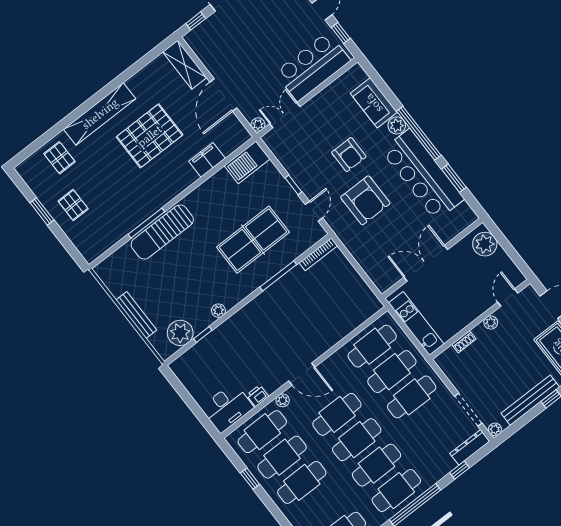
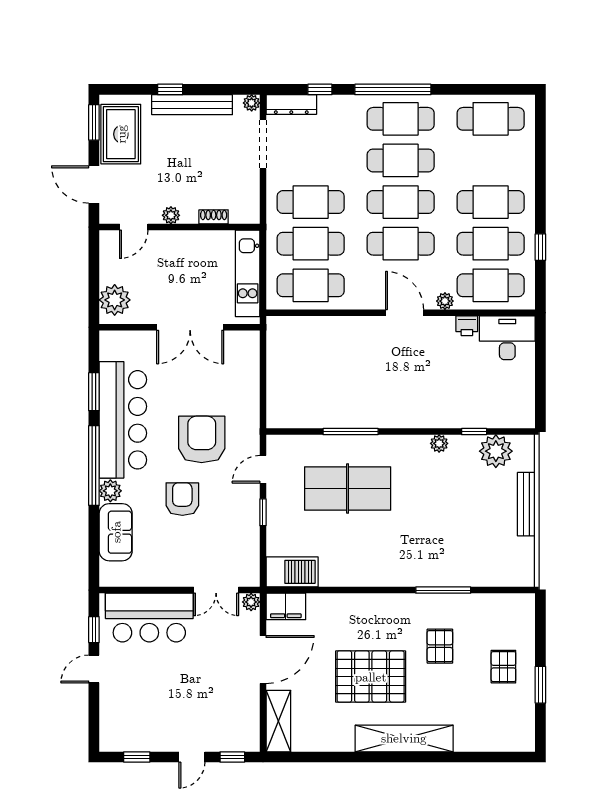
pallet: (59, 158) -> (440, 646), moved
filing cabinet: (207, 160) -> (286, 606), moved
sun lounger: (162, 232) -> (434, 568), removed
bookcase: (318, 254) -> (293, 422), removed

